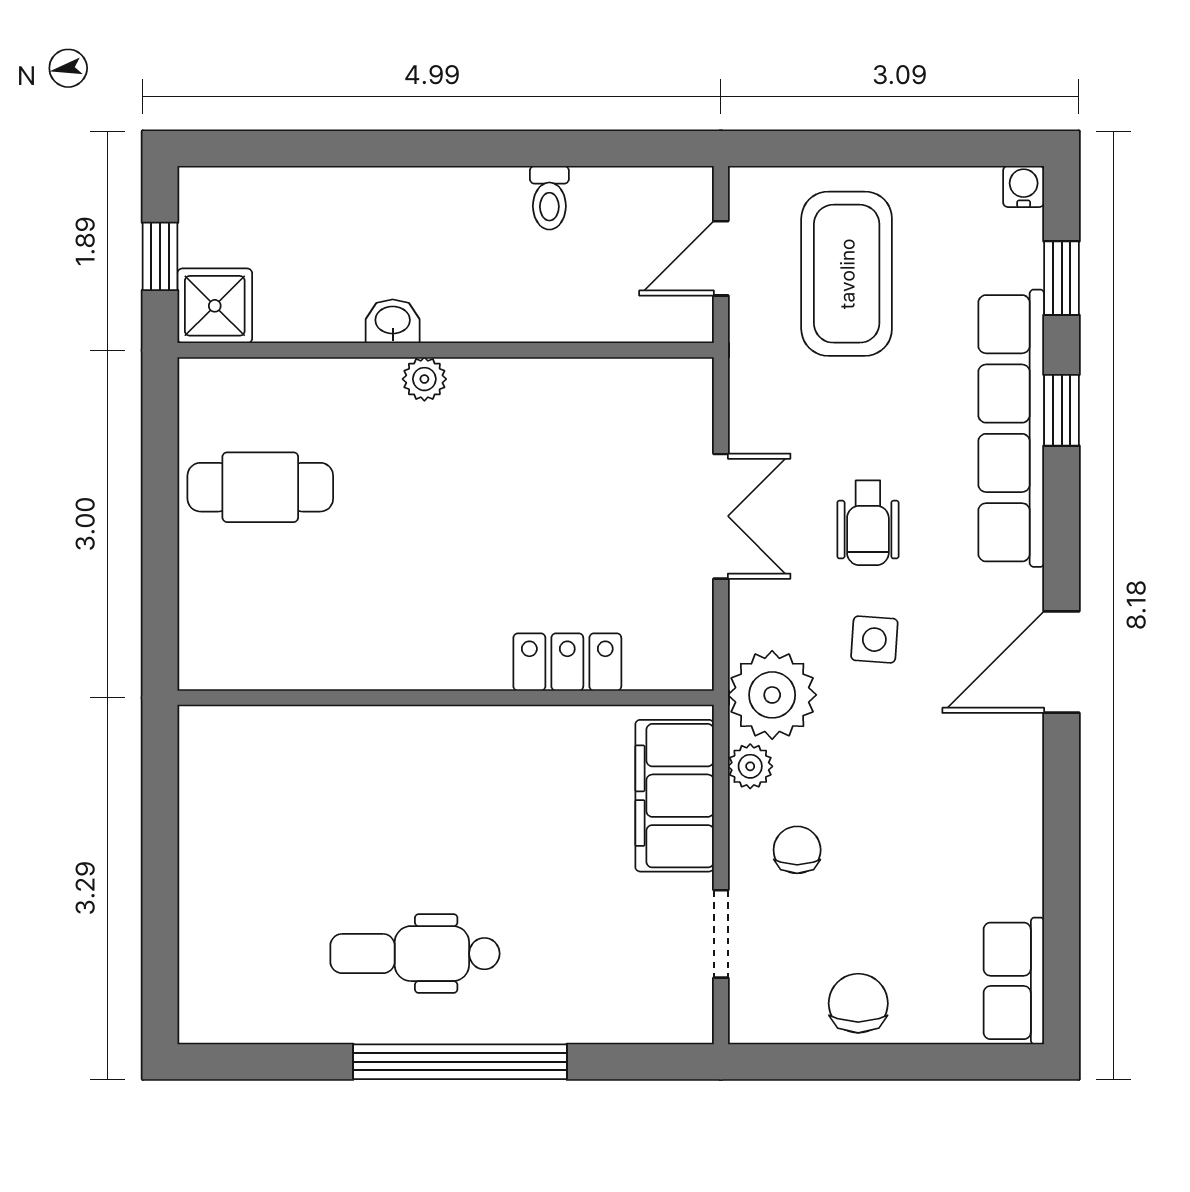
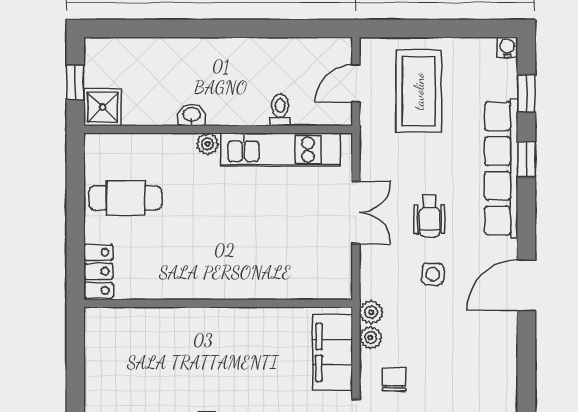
toilet: (549, 198) -> (280, 110), moved, turned 180
kitchen unit: (570, 391) -> (281, 150), added
locker: (567, 662) -> (98, 271), moved, turned 90
plant: (772, 695) -> (371, 312), width x0.53, depth x0.53

